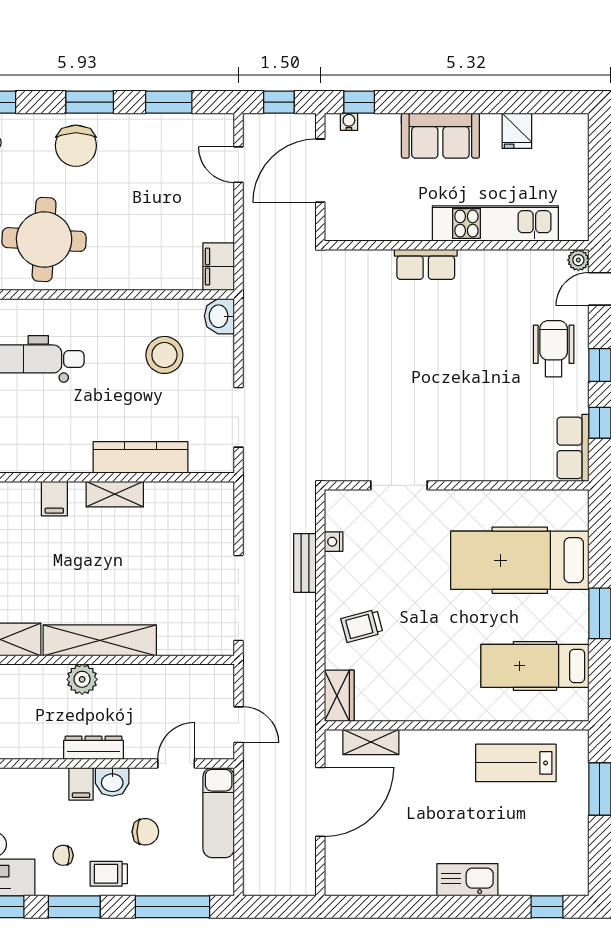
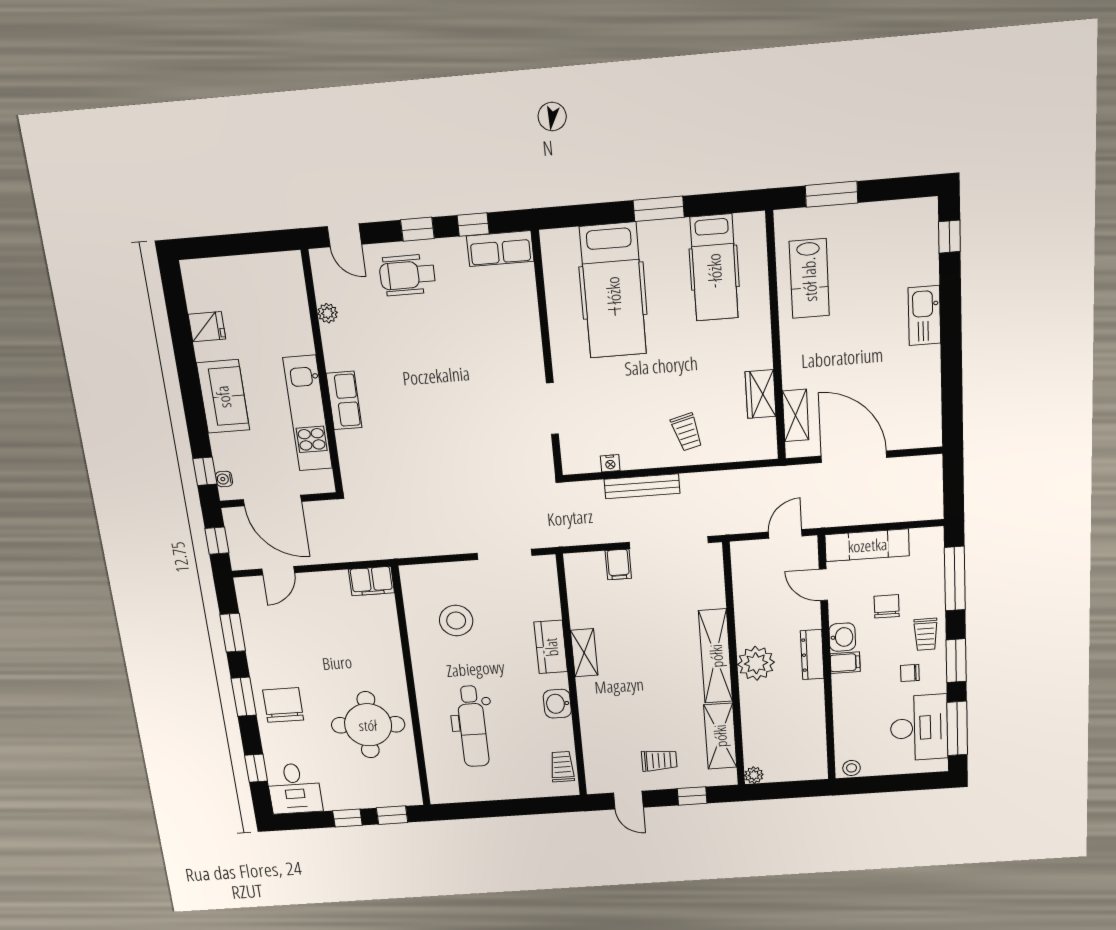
chair: (76, 146) -> (283, 705), turned -90
kitchen unit: (495, 224) -> (308, 413), moved
plant: (578, 260) -> (328, 313), moved
washbasin: (219, 316) -> (557, 704), moved, turned 90
kitchen counter: (141, 457) -> (551, 647), width x0.67
filing cabinet: (54, 499) -> (618, 564), moved, turned 90
bench: (305, 563) -> (642, 486), width x1.36
plant: (82, 679) -> (756, 663), width x1.36, depth x1.36
wardrobe: (339, 696) -> (761, 394), moved, turned -90
chair: (63, 855) -> (910, 673), turned 90

